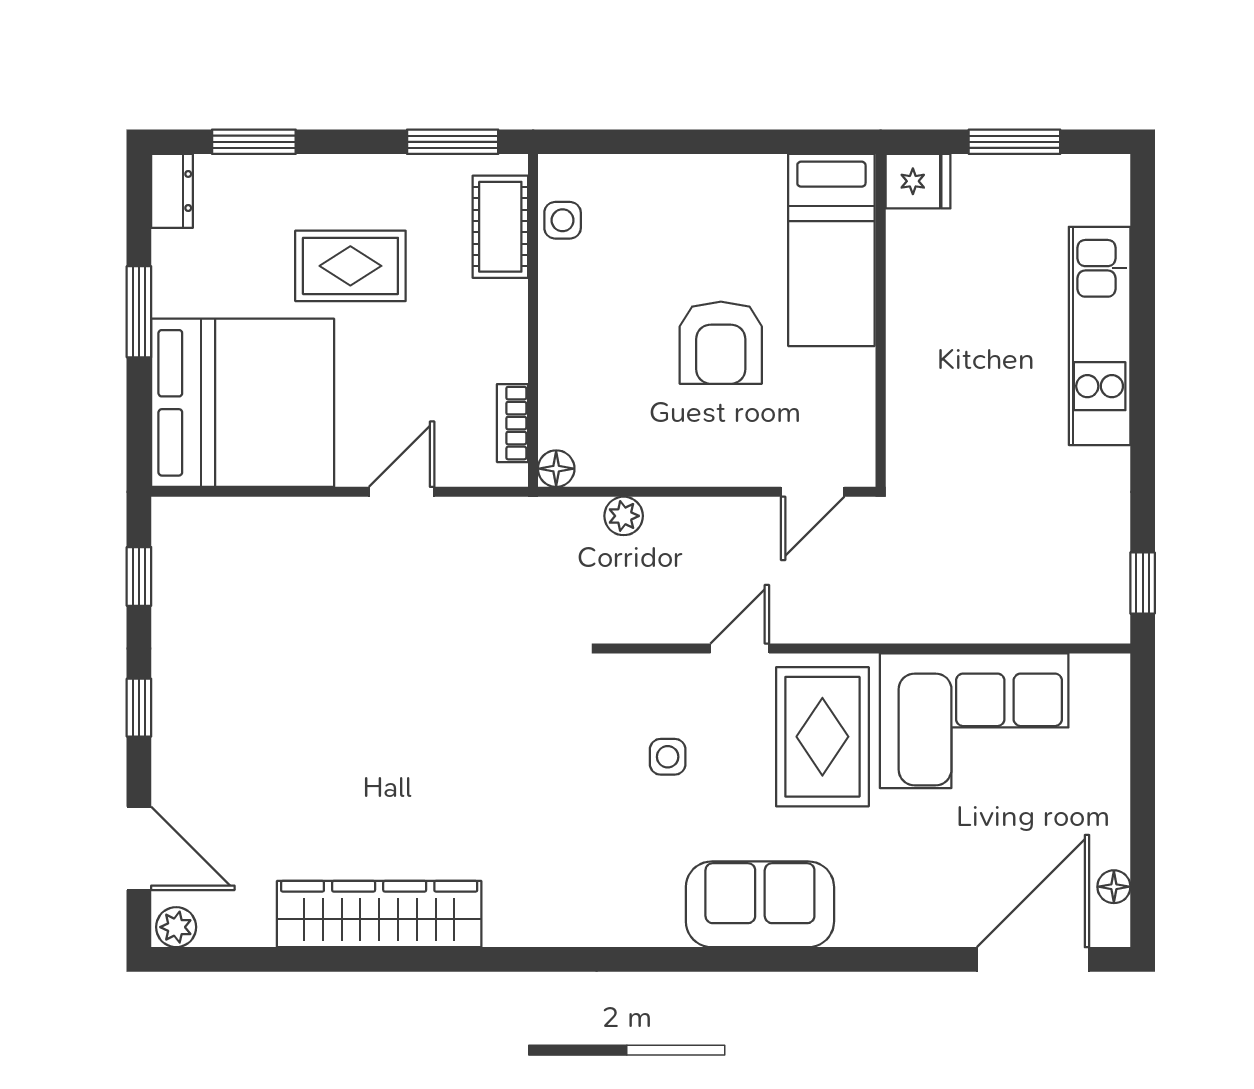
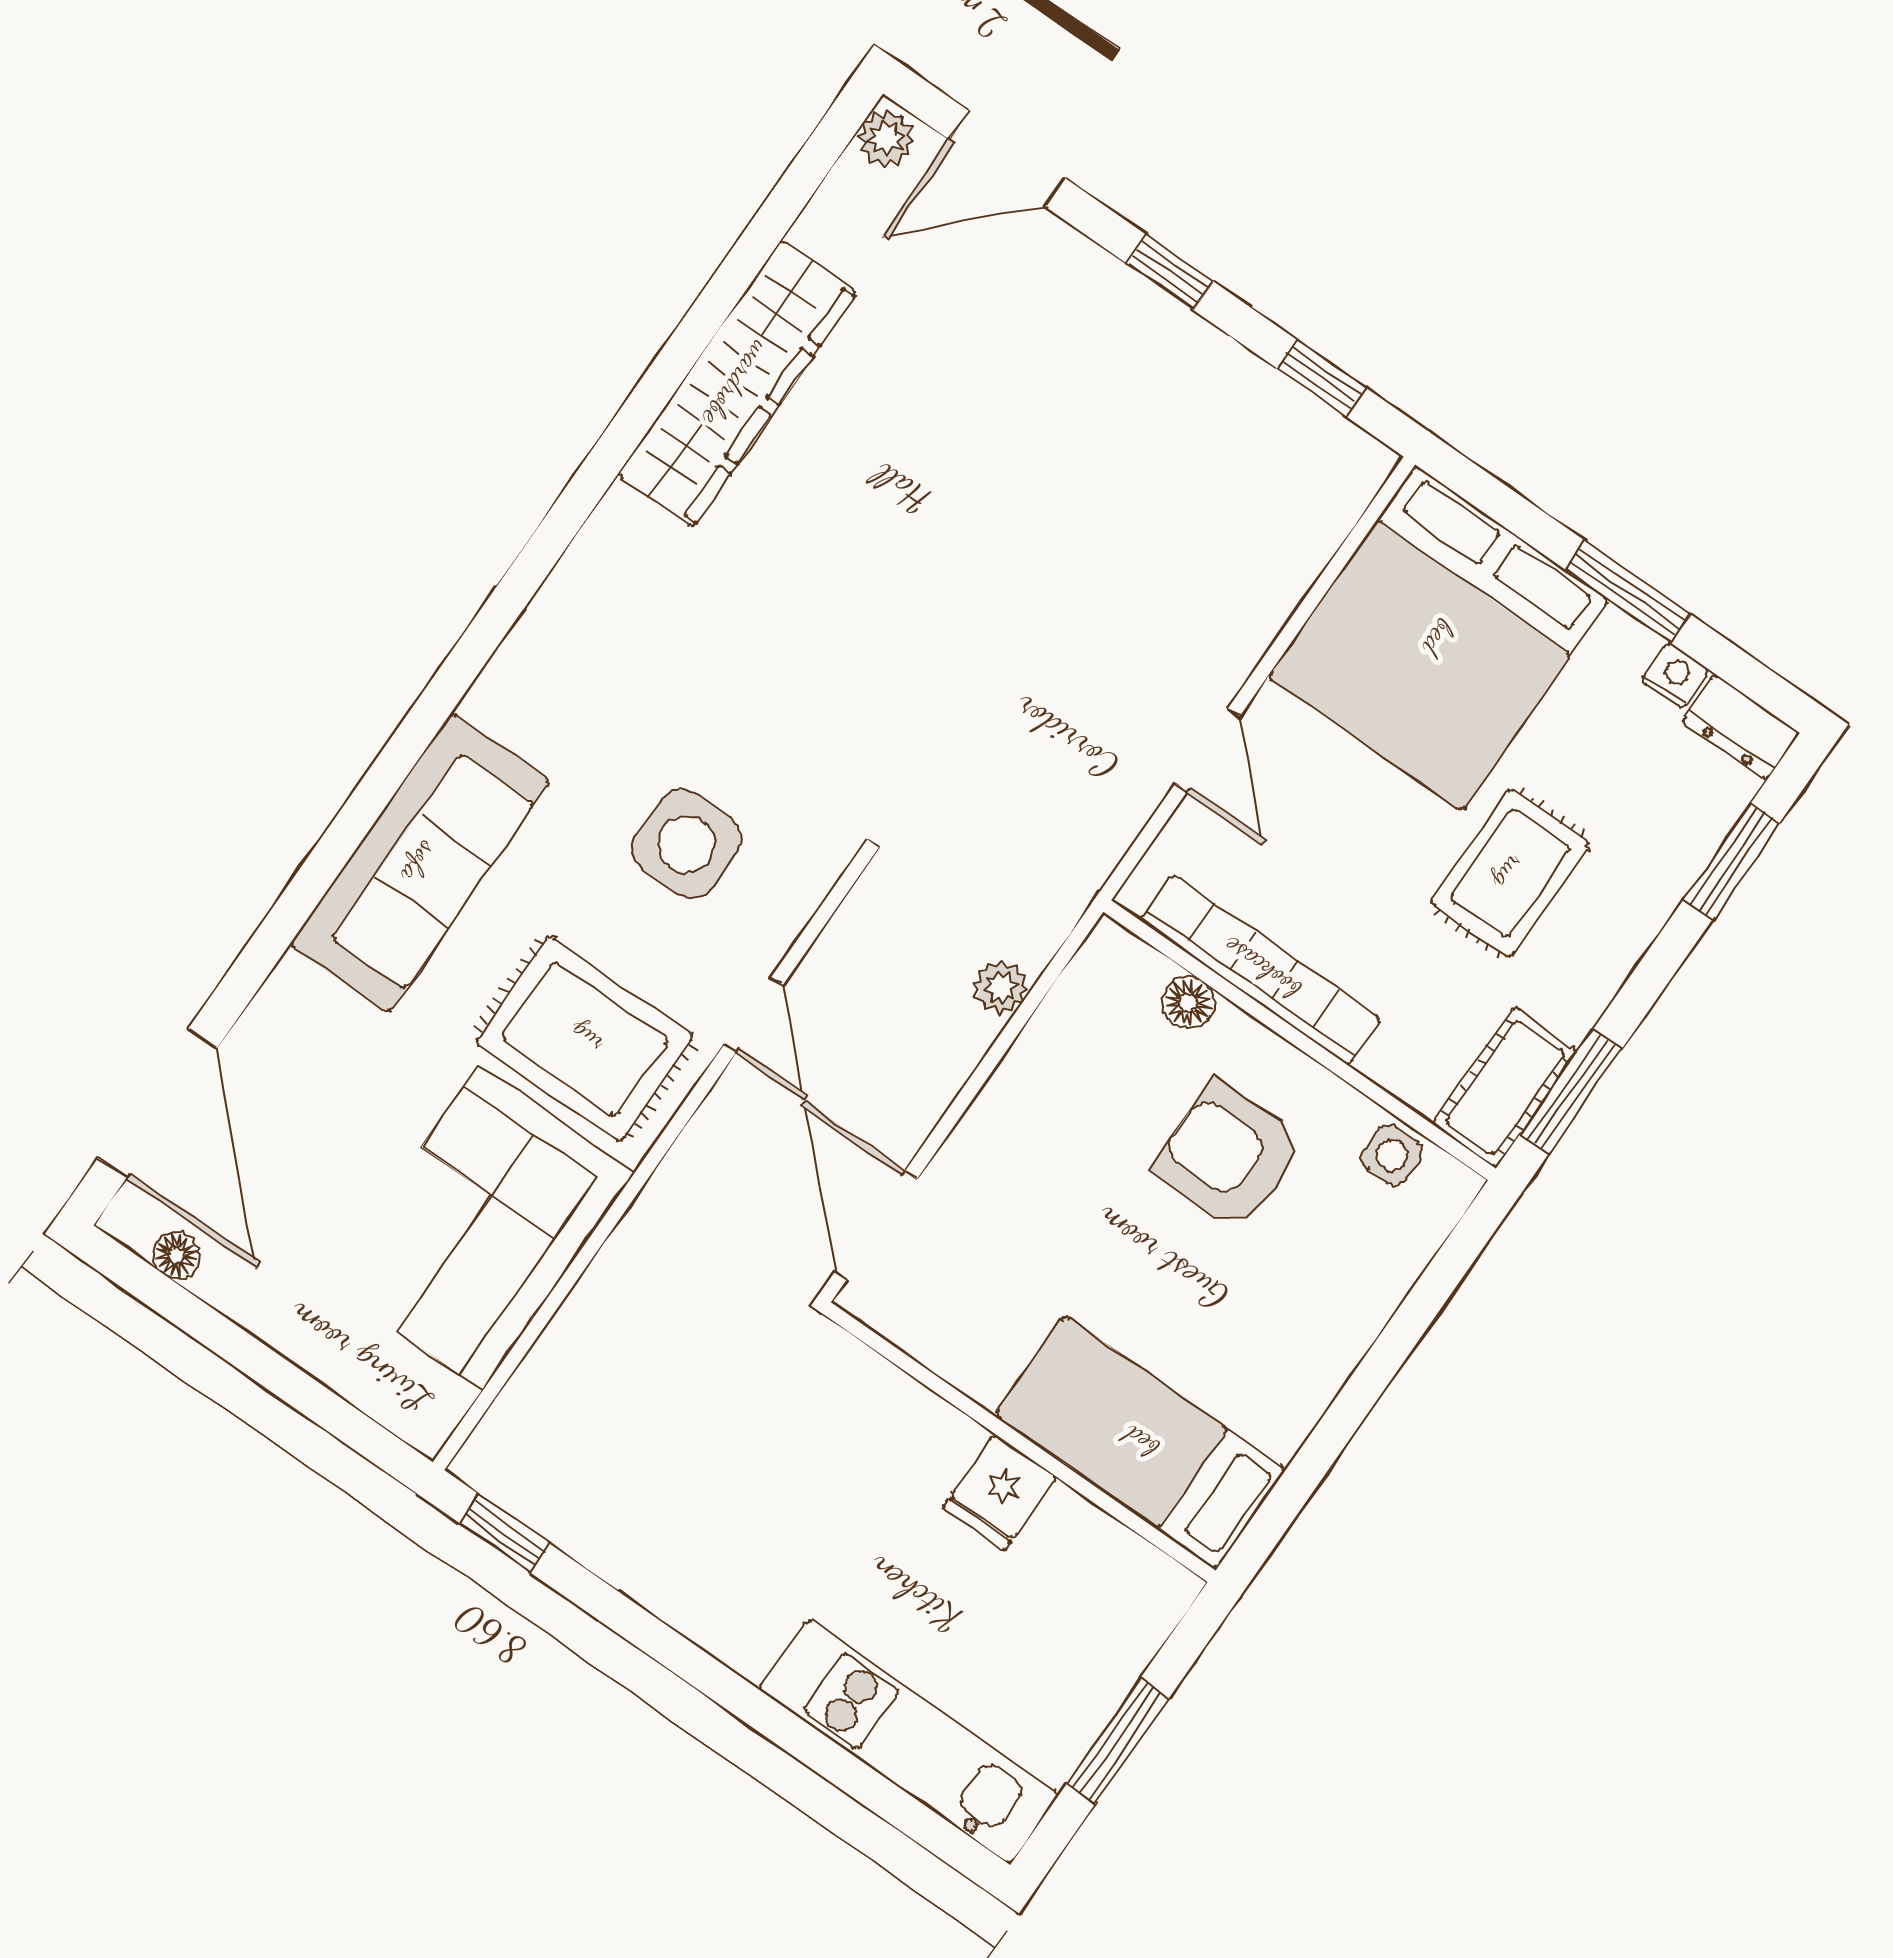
fridge: (918, 181) -> (999, 1492), moved
cot: (500, 227) -> (1505, 1087), moved, turned 90
nightstand: (168, 250) -> (1675, 675), added
kitchen unit: (1100, 336) -> (909, 1742), moved
armchair: (721, 343) -> (1229, 1156), moved
bookcase: (513, 423) -> (1261, 969), width x2.31, depth x1.31
floor lamp: (556, 469) -> (1188, 1002), moved
door: (813, 492) -> (876, 1225), width x1.38
side table: (668, 757) -> (687, 844), width x1.87, depth x1.87
sofa: (760, 904) -> (420, 863), width x1.36

